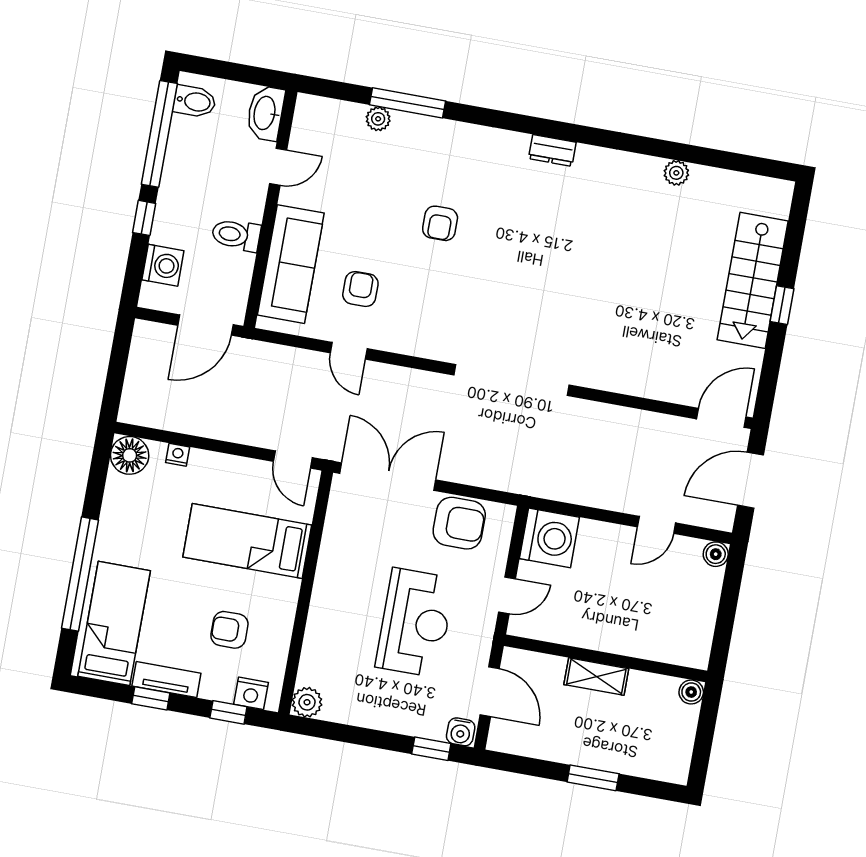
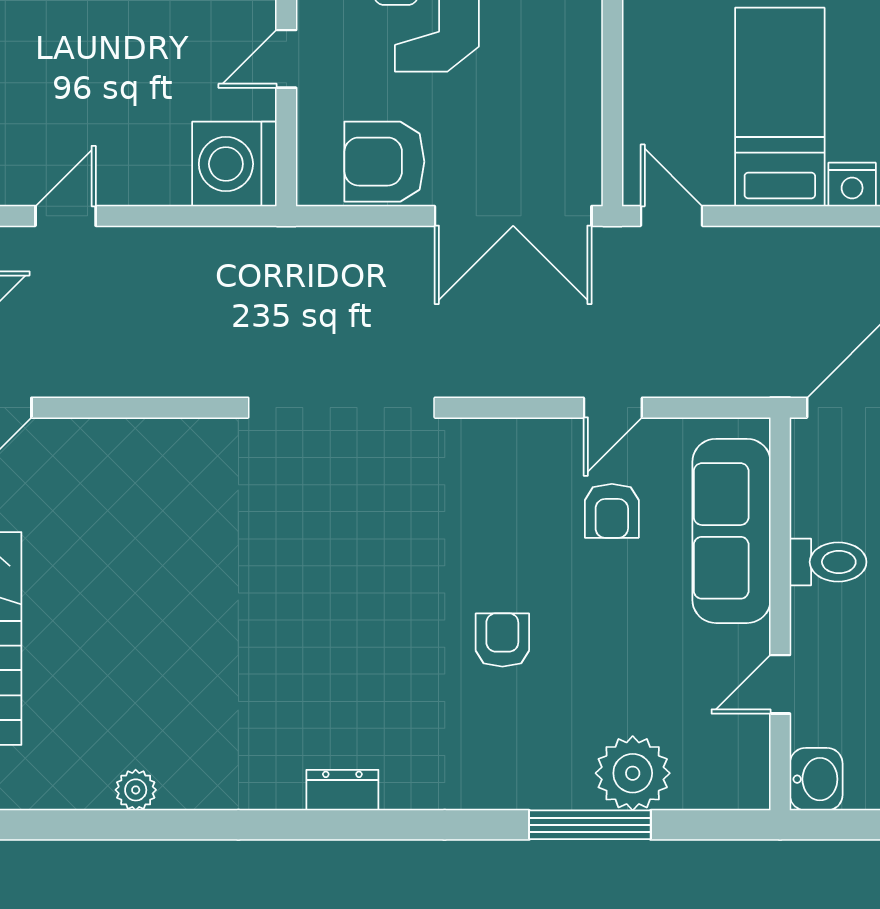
washbasin: (265, 113) -> (816, 779), width x0.72
plant: (378, 119) -> (633, 773), width x1.87, depth x1.87
door: (349, 351) -> (613, 408), swing flipped
nightstand: (178, 455) -> (852, 185), width x1.39, depth x1.35
bed: (247, 541) -> (780, 107), moved, turned -90

